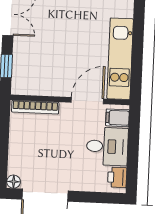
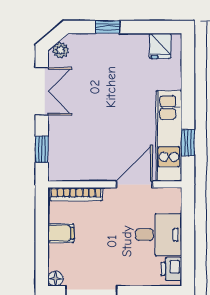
window: (137, 65) -> (188, 143), added
filing cabinet: (118, 118) -> (61, 233), moved, turned 180

